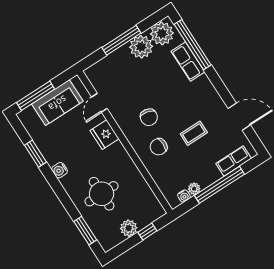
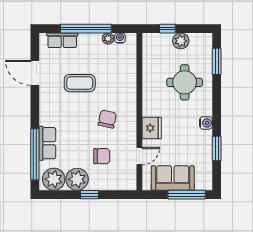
window: (121, 40) -> (89, 195), width x0.46
coffee table: (194, 133) -> (80, 83), width x1.36, depth x1.30
chair: (159, 147) -> (102, 156), moved

